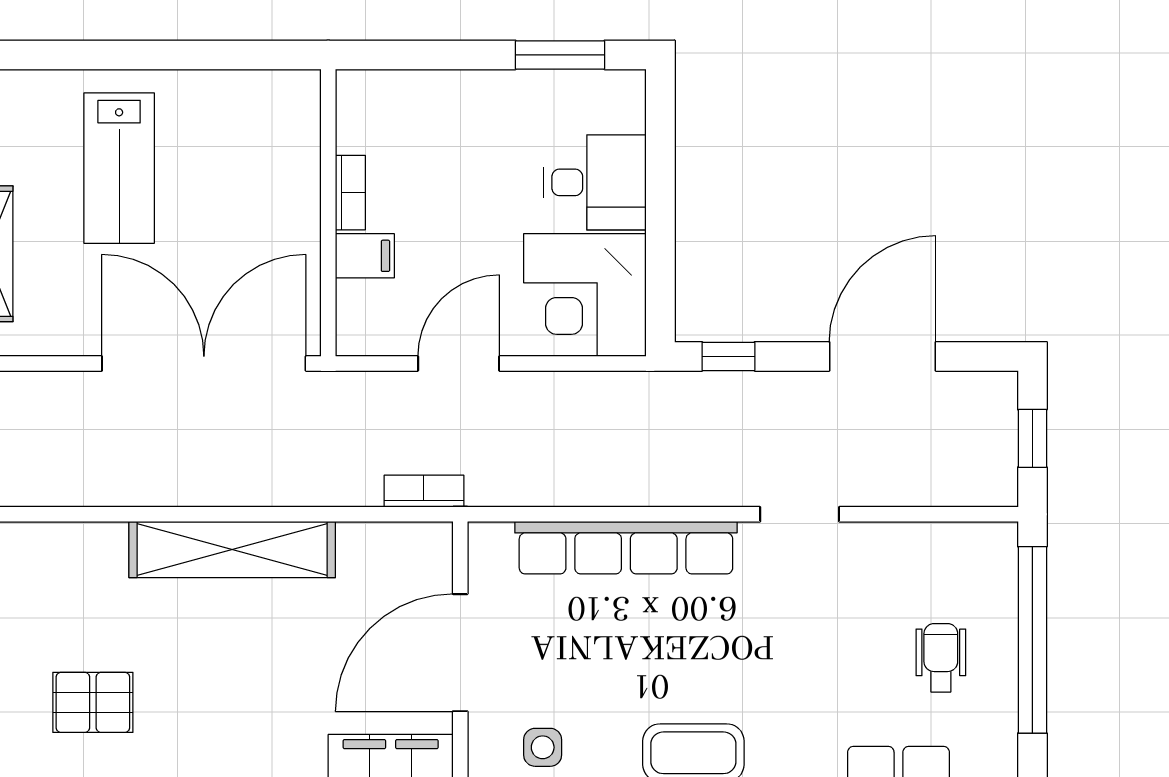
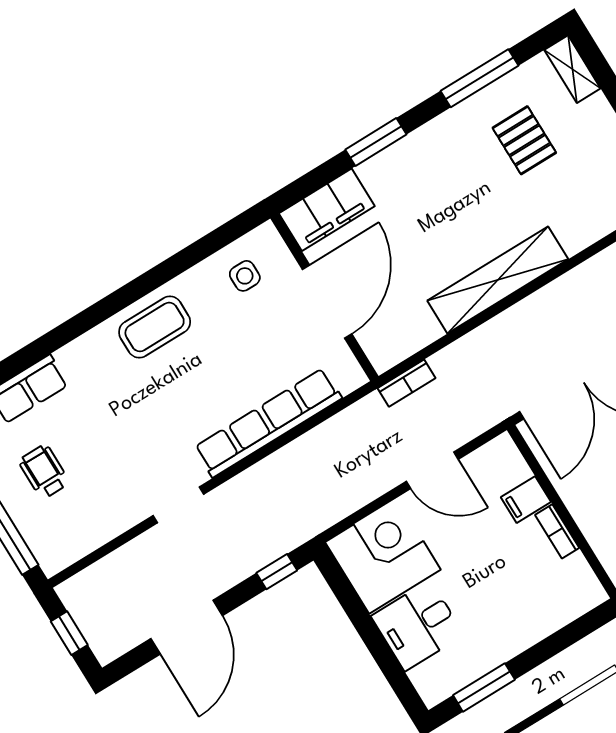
door: (459, 363) -> (432, 470), hinge flipped
wheelchair: (941, 658) -> (44, 472), turned 180
pallet: (93, 702) -> (524, 140), turned 90

